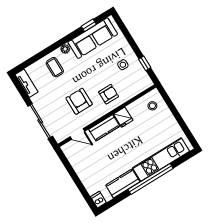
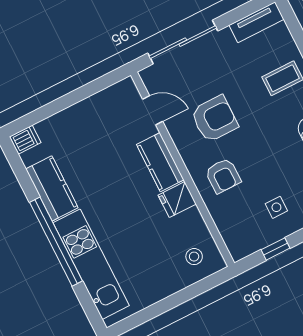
door: (77, 134) -> (153, 110), swing flipped

